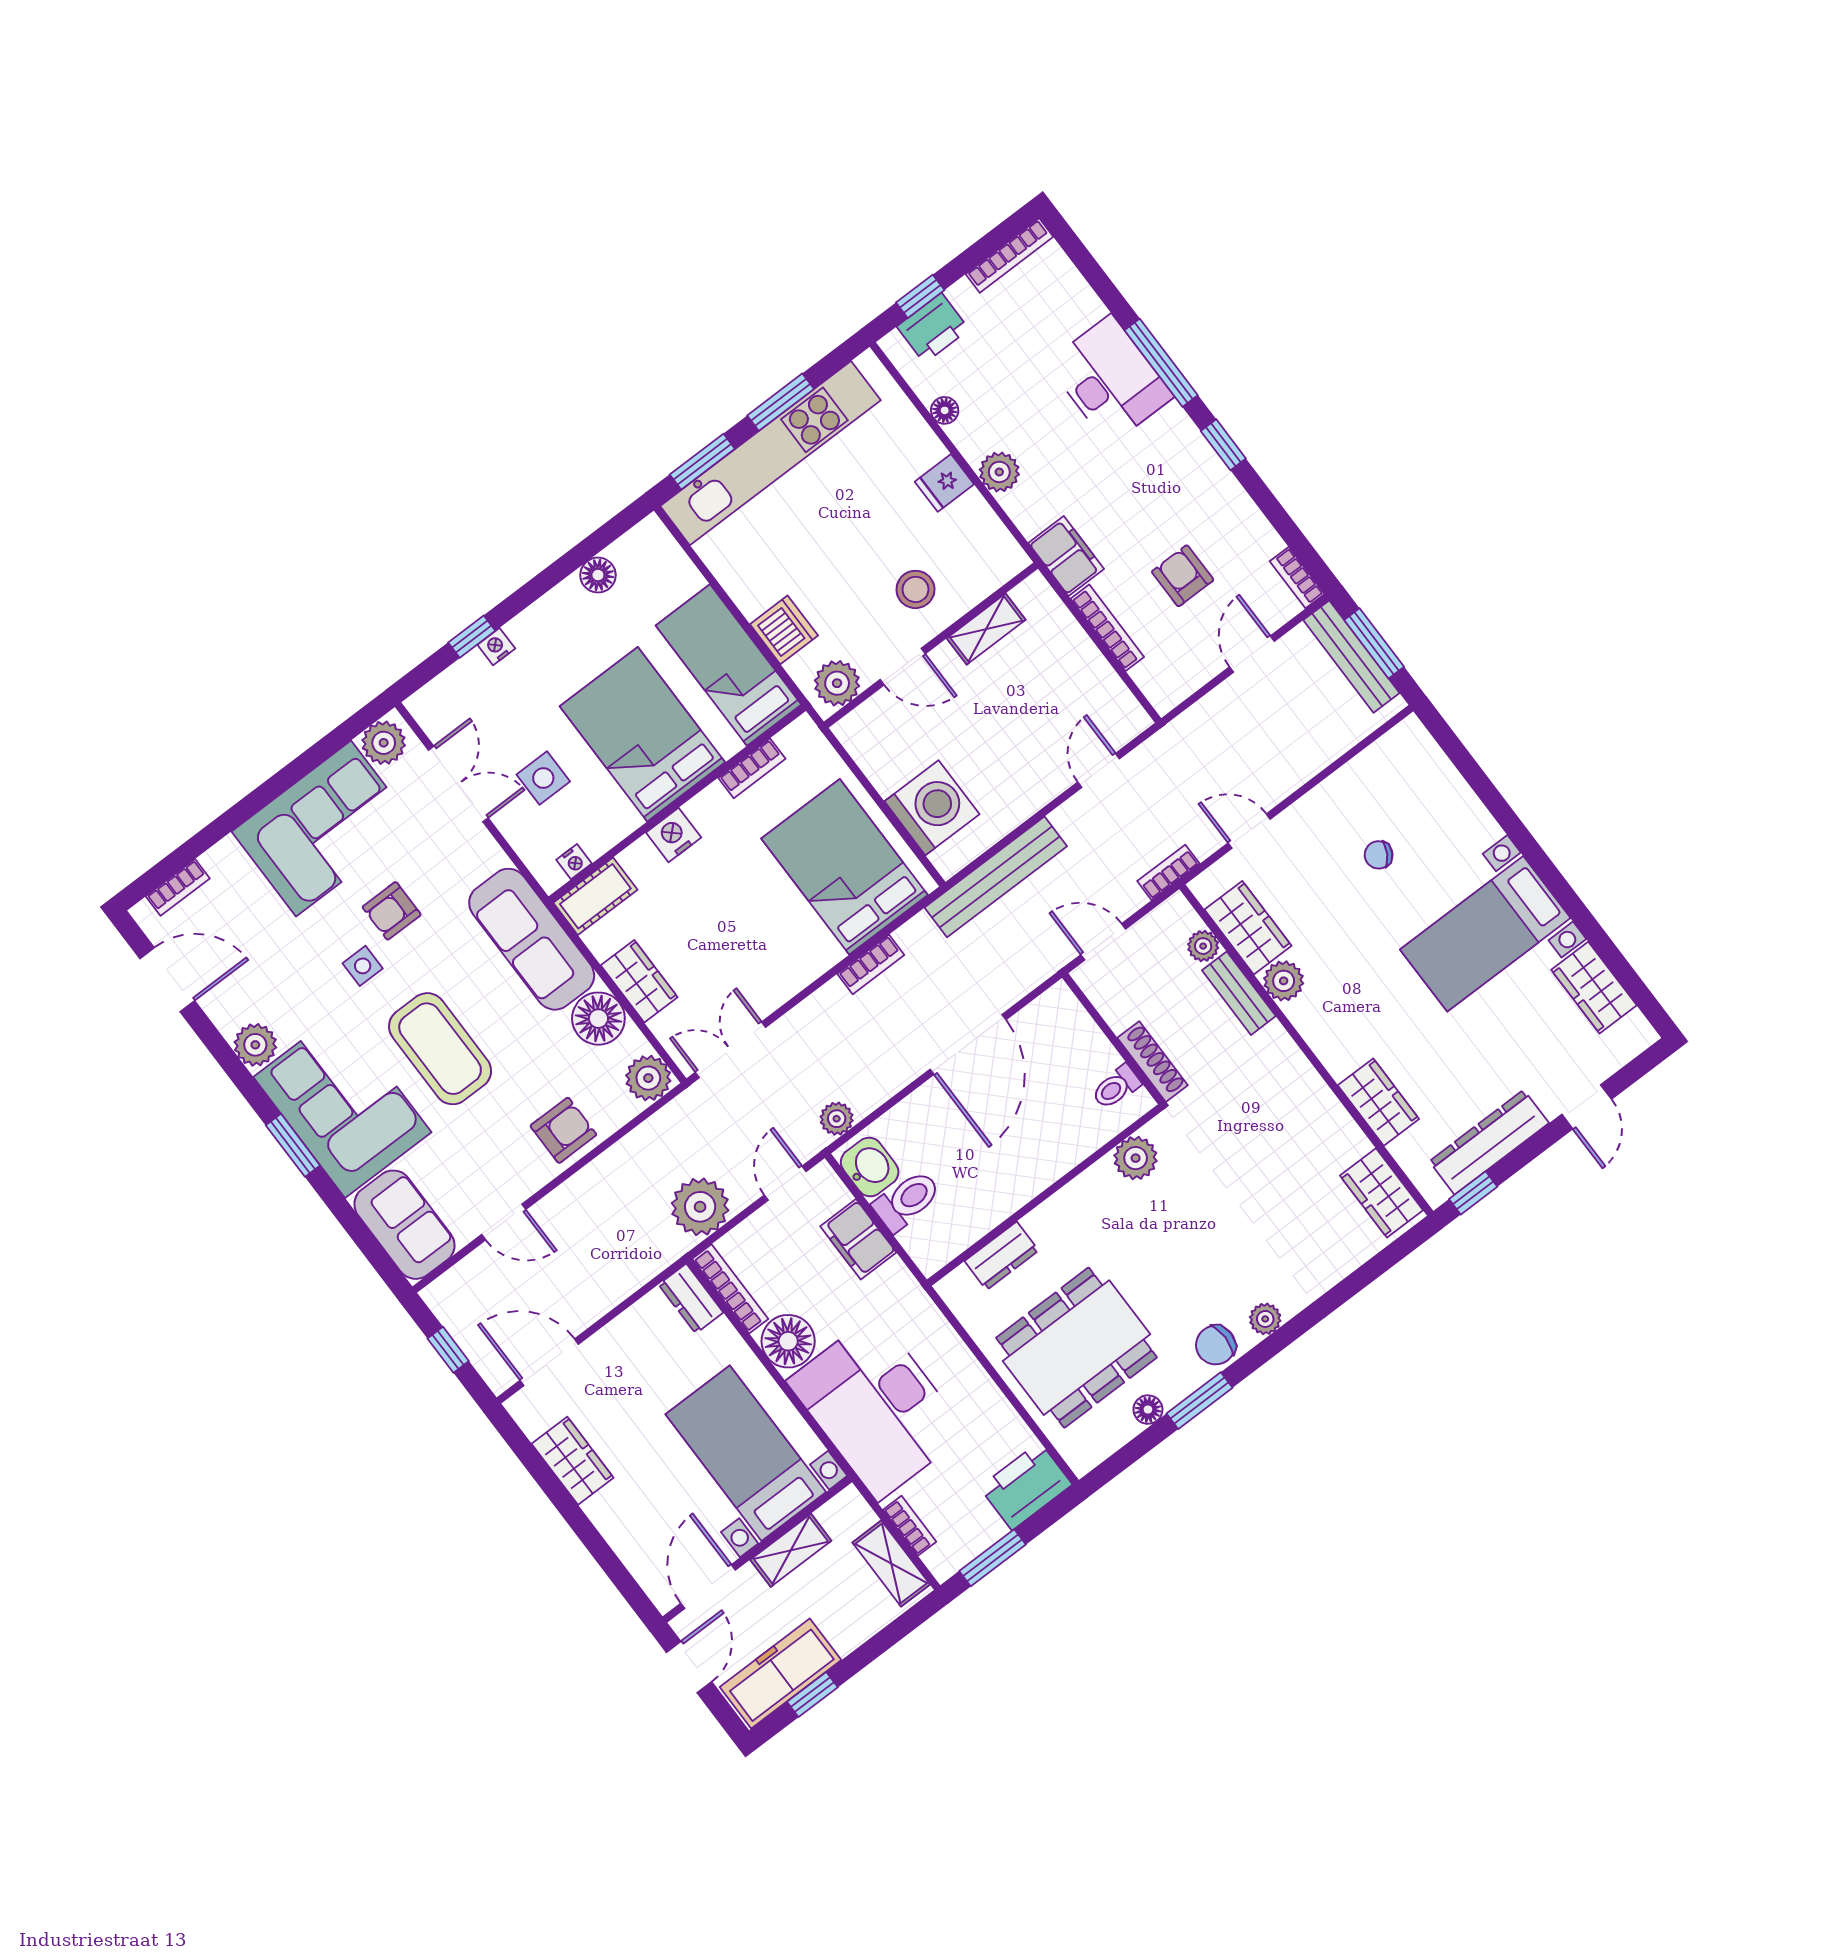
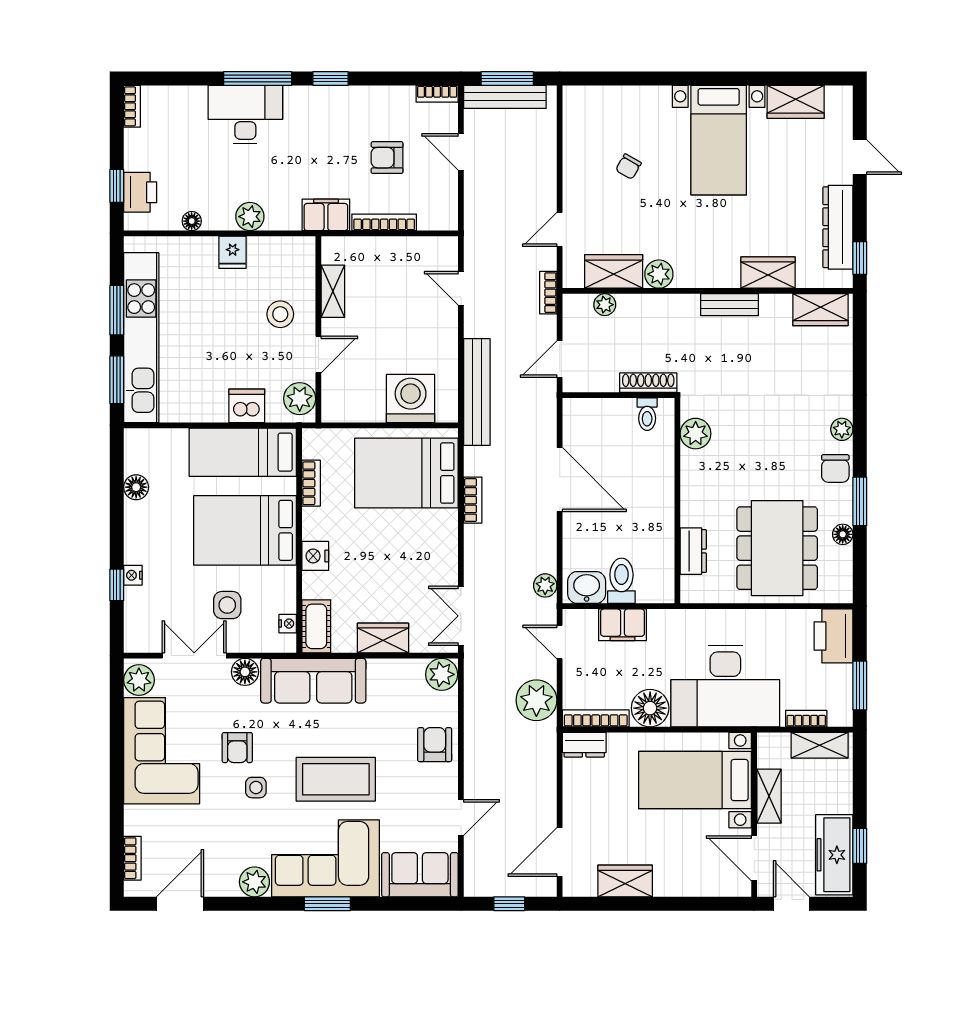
bookcase: (1009, 255) -> (132, 106), width x0.64
bench: (1239, 993) -> (730, 305), moved
floor lamp: (598, 1019) -> (245, 672), moved, width x0.73, depth x0.73

